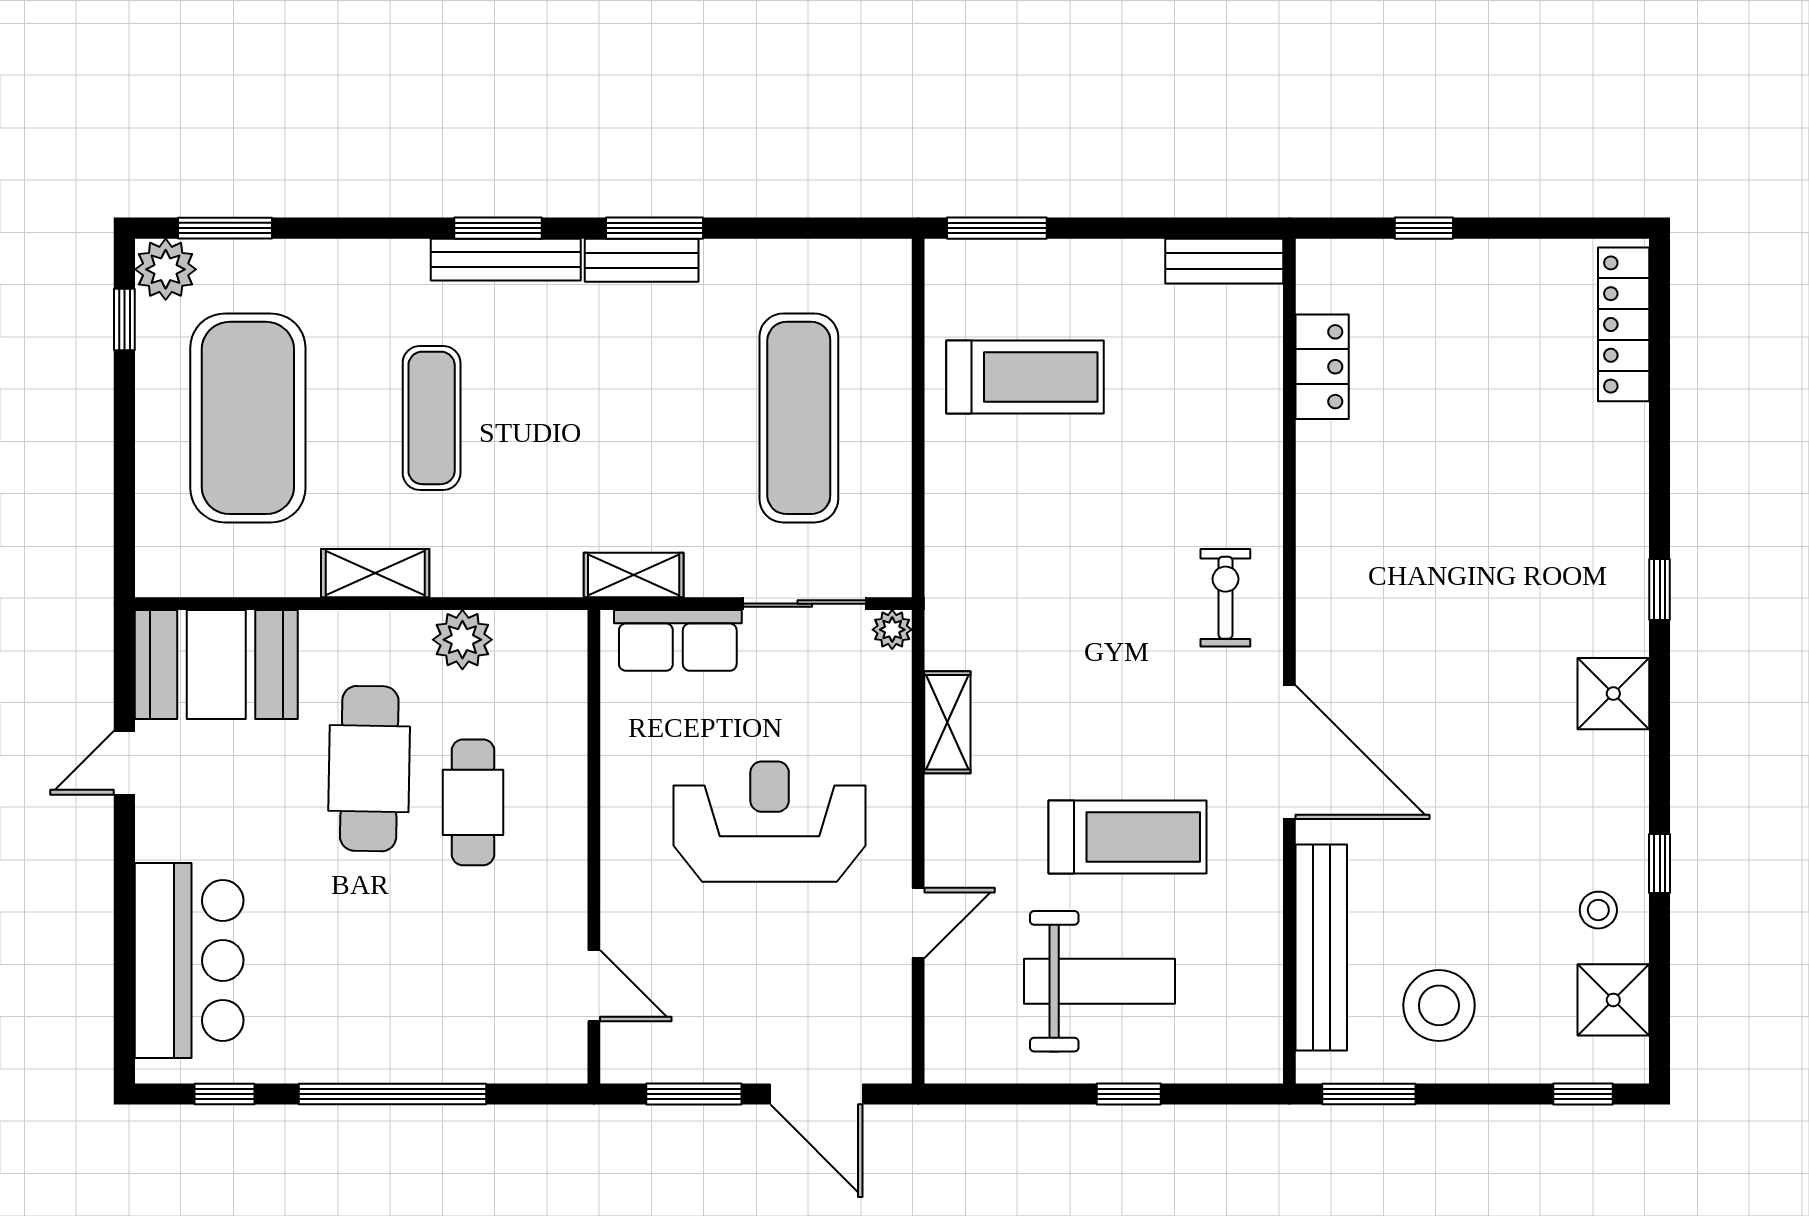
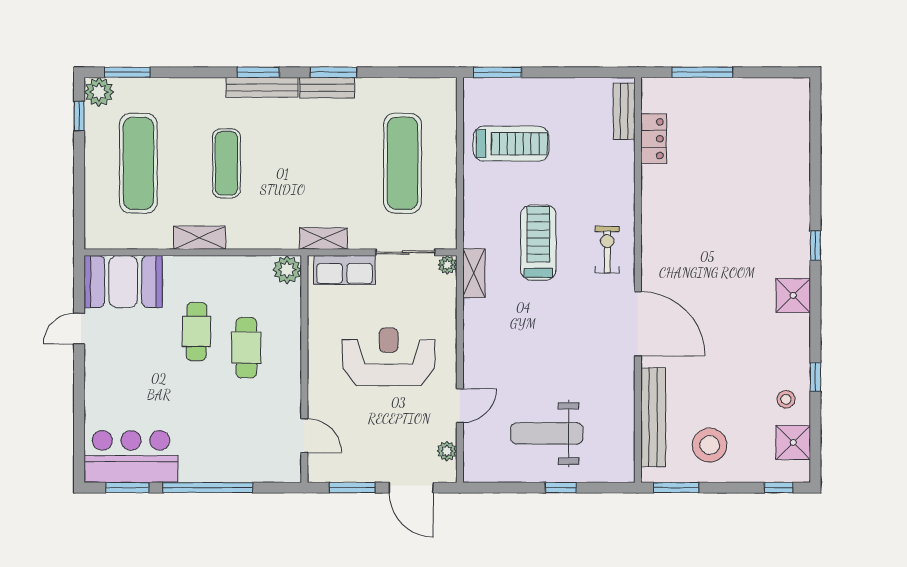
window: (1424, 228) -> (702, 72), width x2.17
bench: (1224, 261) -> (624, 111), moved, turned 90
locker: (1624, 324) -> (798, 118), removed
exercise mat: (248, 418) -> (138, 163), width x0.68
plant: (462, 640) -> (287, 270), moved
shelving: (947, 722) -> (474, 273), moved
cafe table: (369, 769) -> (197, 331), width x0.73, depth x0.74
treadmill: (1127, 837) -> (538, 243), moved, turned -90
bar counter: (189, 961) -> (131, 457), moved, turned -90
weight bench: (1099, 981) -> (547, 433), turned 180
plant: (891, 1018) -> (447, 451), added
window: (224, 1094) -> (127, 488), width x1.50

